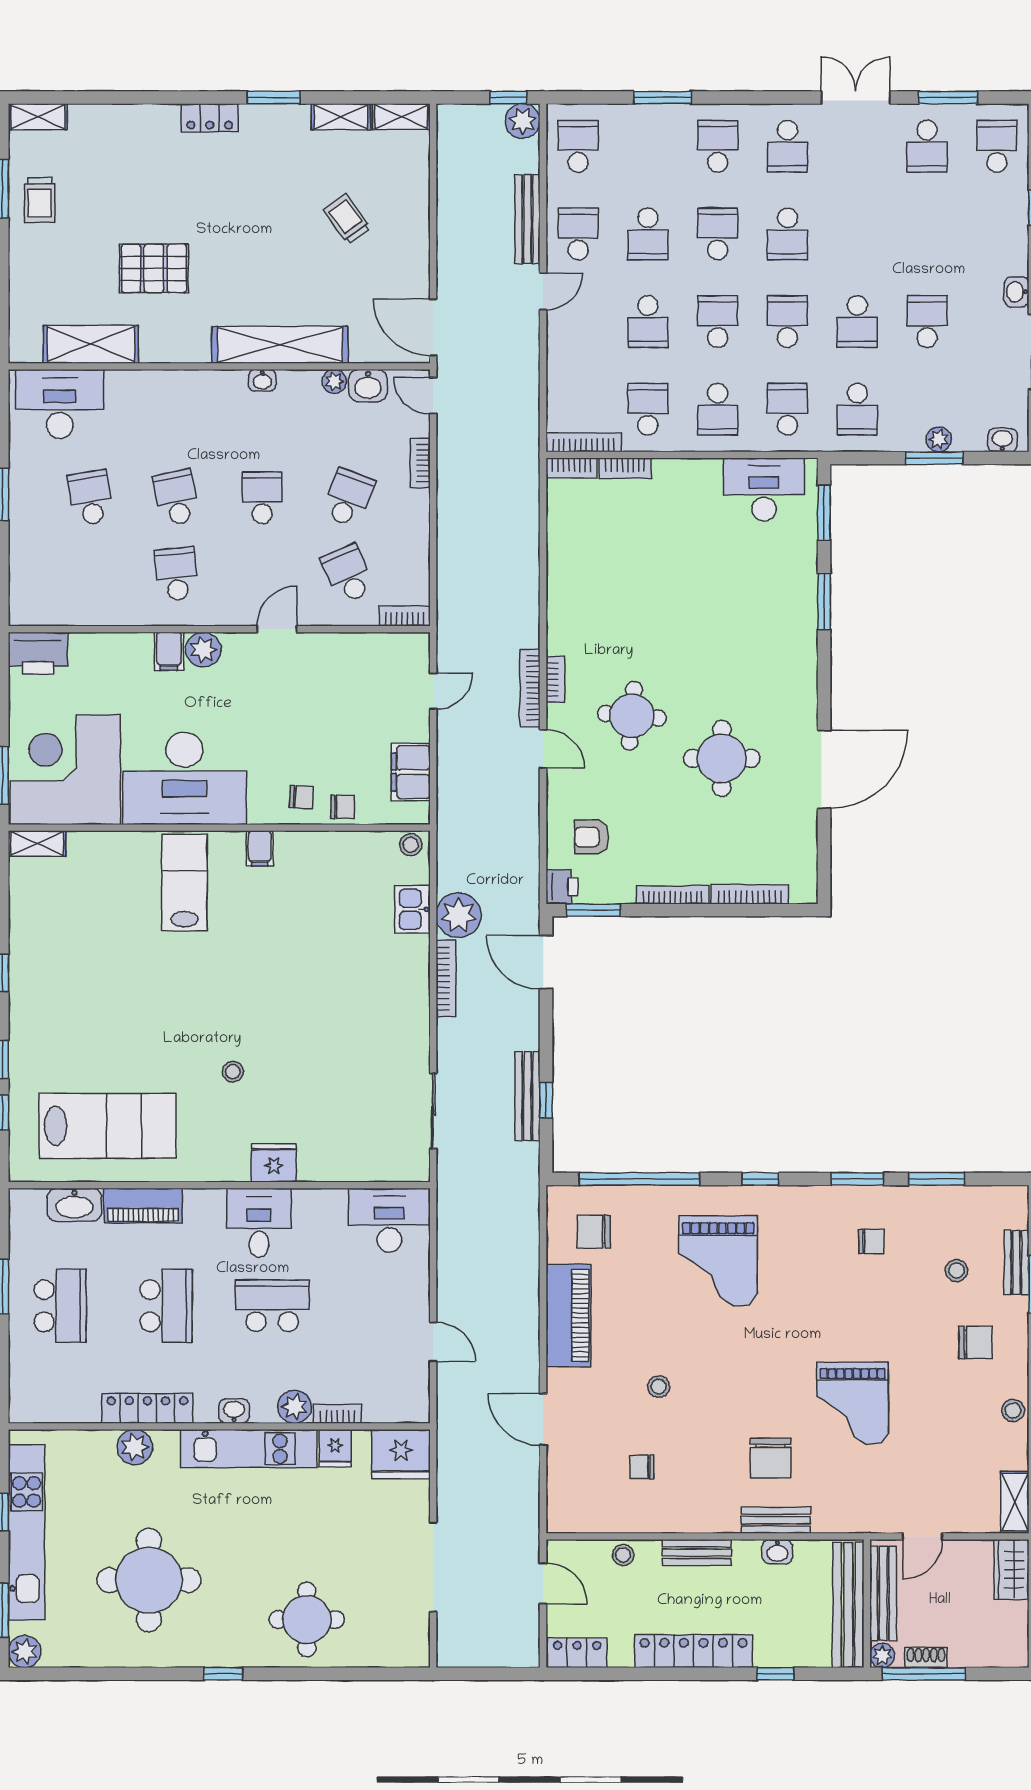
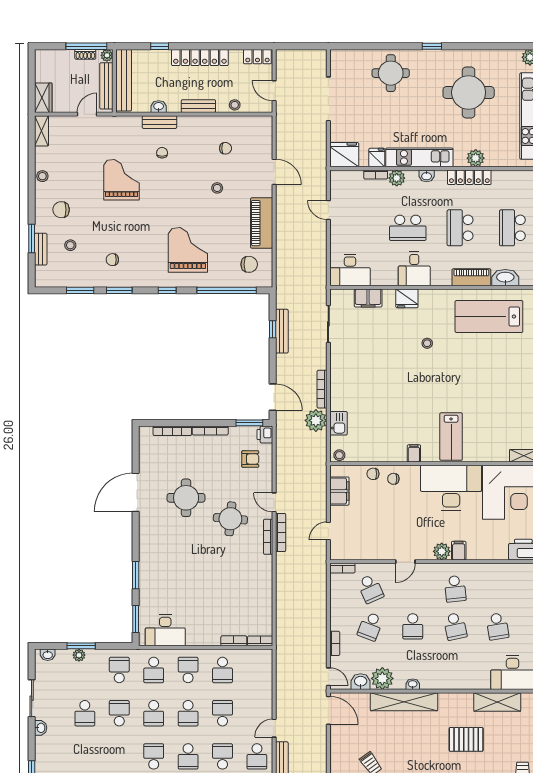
plant: (334, 381) -> (382, 678), width x1.88, depth x1.88
bookcase: (584, 442) -> (254, 654), removed
bookcase: (555, 679) -> (268, 537), width x1.56
filing cabinet: (353, 1163) -> (368, 298), added
chair: (770, 1458) -> (162, 153), width x0.54, depth x0.54

